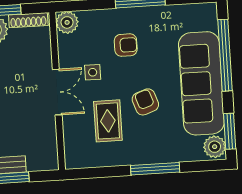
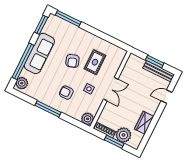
sofa: (201, 83) -> (39, 54), width x0.74, depth x0.79
double door: (57, 92) -> (111, 89), swing flipped
plant: (215, 147) -> (22, 83), moved
window: (155, 169) -> (68, 19), moved

